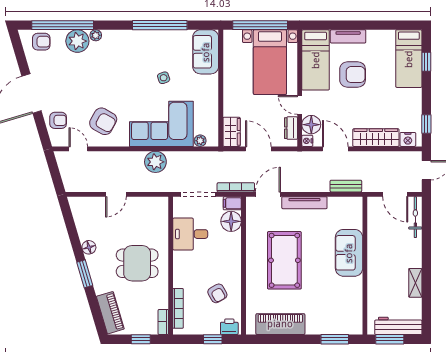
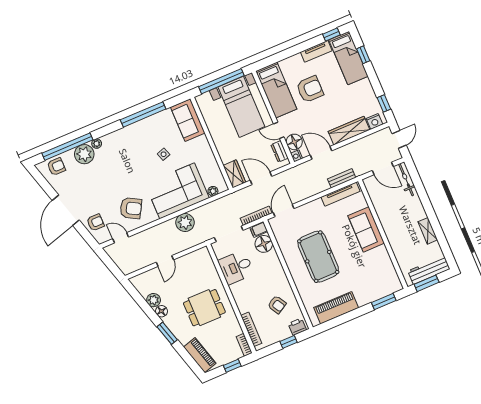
window: (401, 25) -> (331, 35), added
tv unit: (348, 36) -> (316, 51), moved
tv unit: (304, 203) -> (341, 194), moved
plant: (85, 232) -> (154, 300), added

